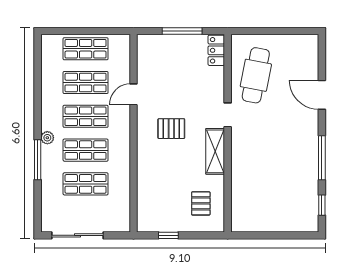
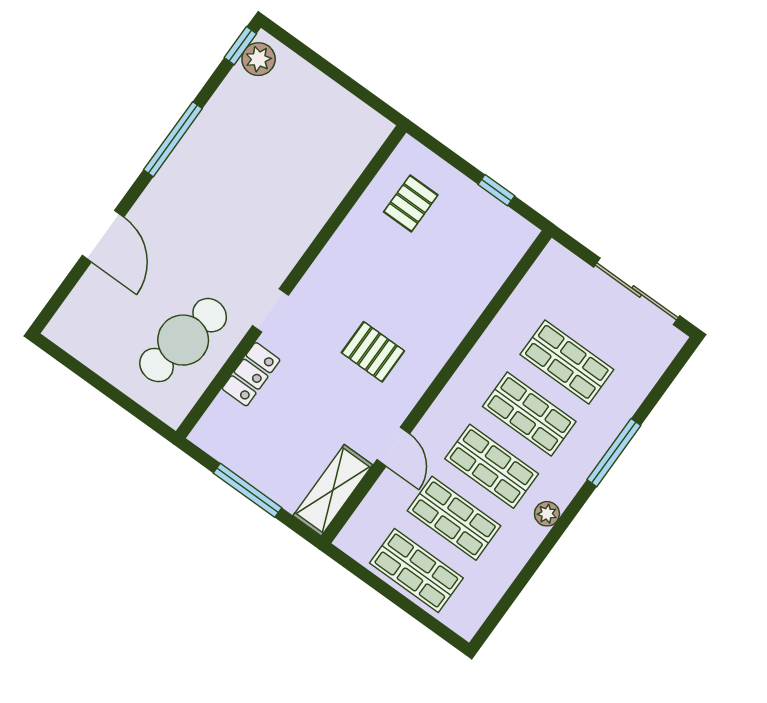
locker: (216, 50) -> (251, 374), moved
door: (133, 94) -> (393, 447), hinge flipped
plant: (47, 138) -> (547, 514), moved
shelving: (215, 151) -> (333, 490), moved
window: (322, 205) -> (240, 46), moved
plant: (310, 218) -> (259, 59), added

